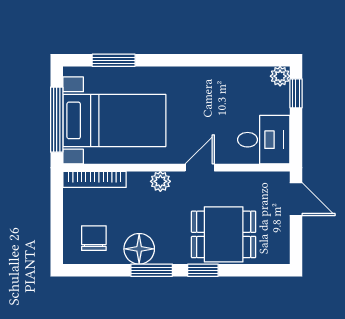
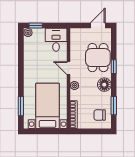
window: (57, 120) -> (47, 131), removed
door: (296, 199) -> (98, 26), moved
floor lamp: (139, 249) -> (104, 85), moved
window: (152, 270) -> (114, 106), moved

